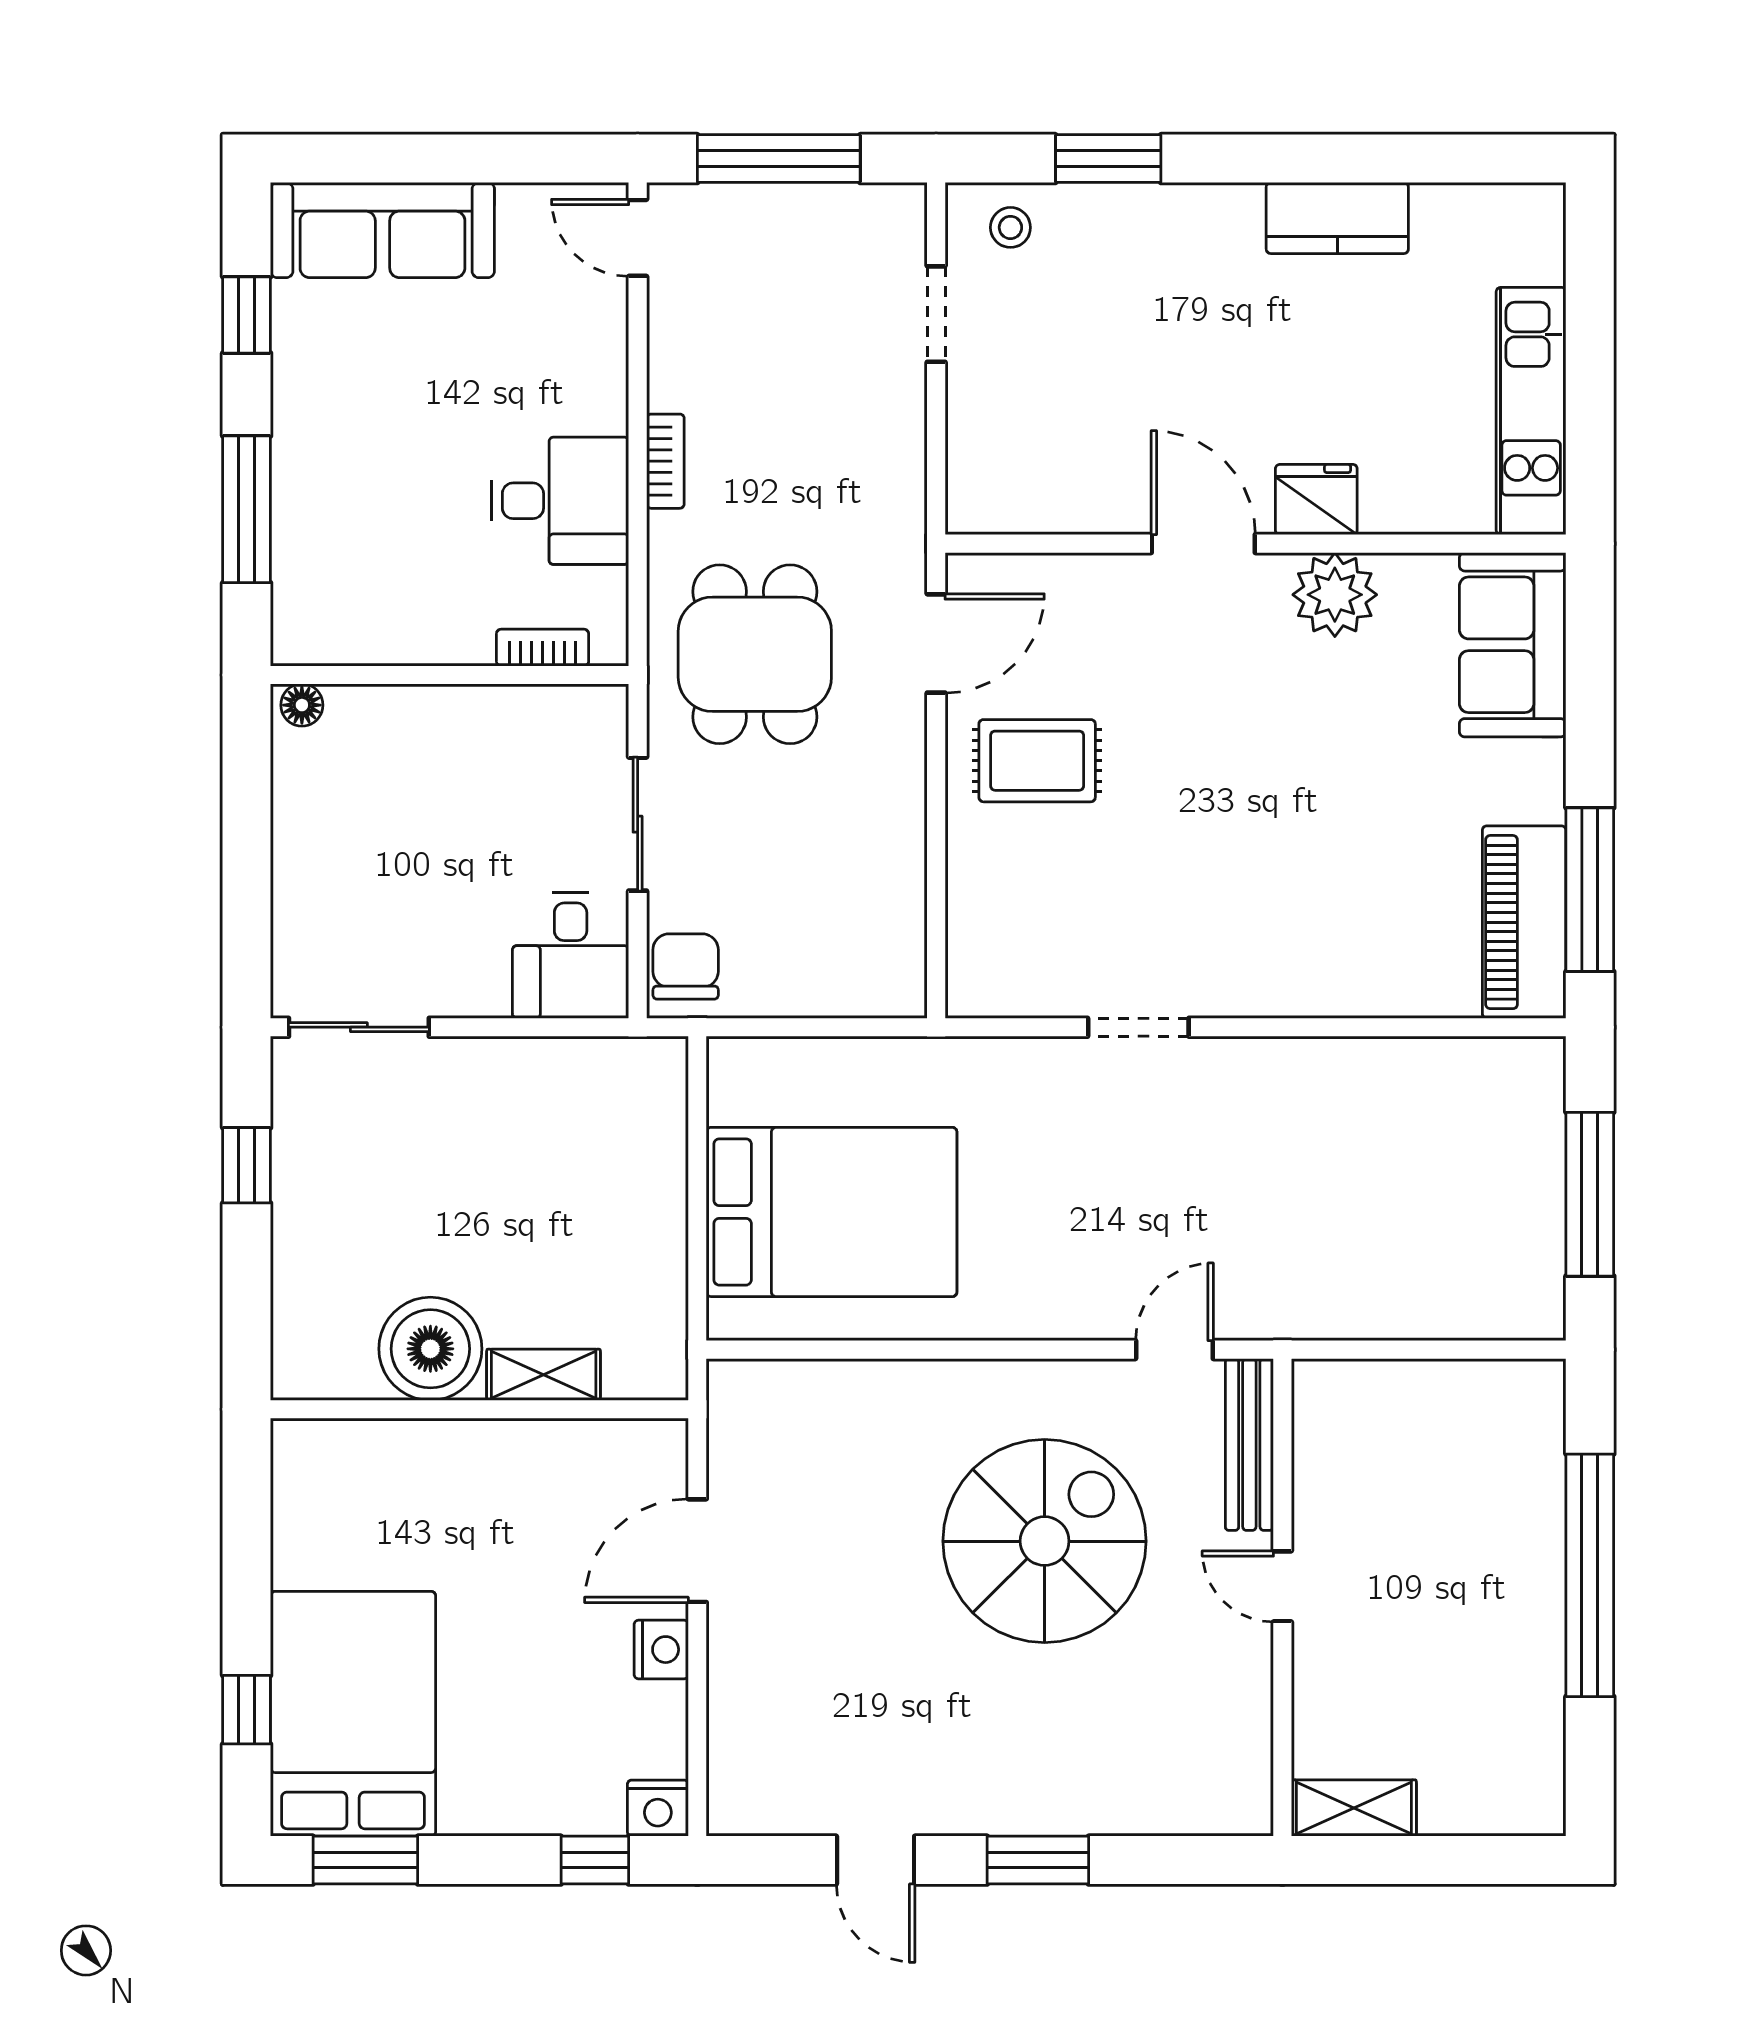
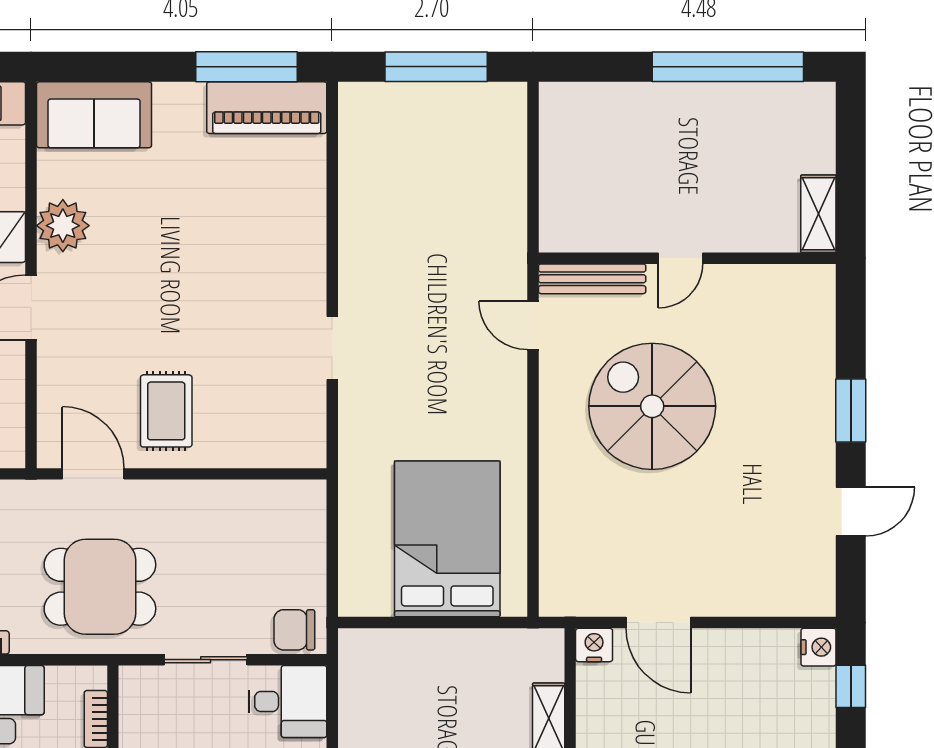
window: (1590, 1575) -> (728, 67), moved
nightstand: (661, 1650) -> (594, 645), moved

